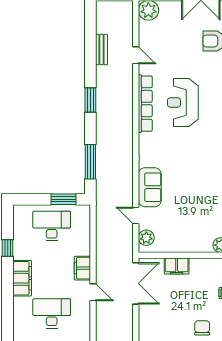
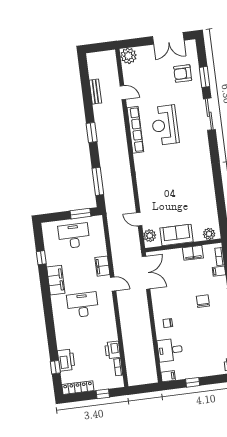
sofa: (150, 187) -> (177, 235), moved, turned -90
filing cabinet: (177, 266) -> (193, 253), moved

